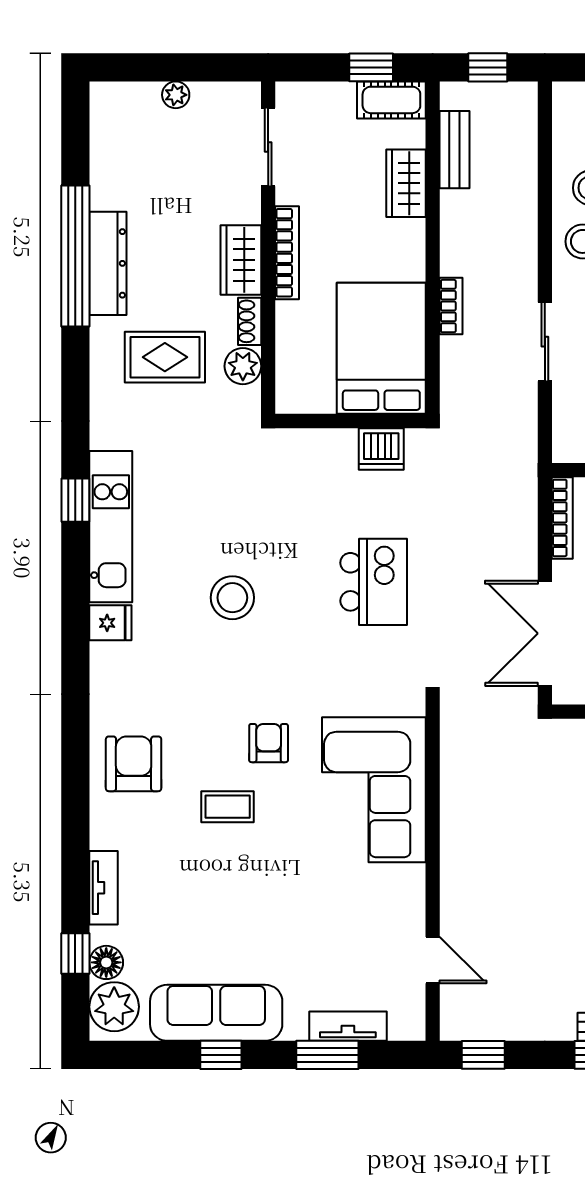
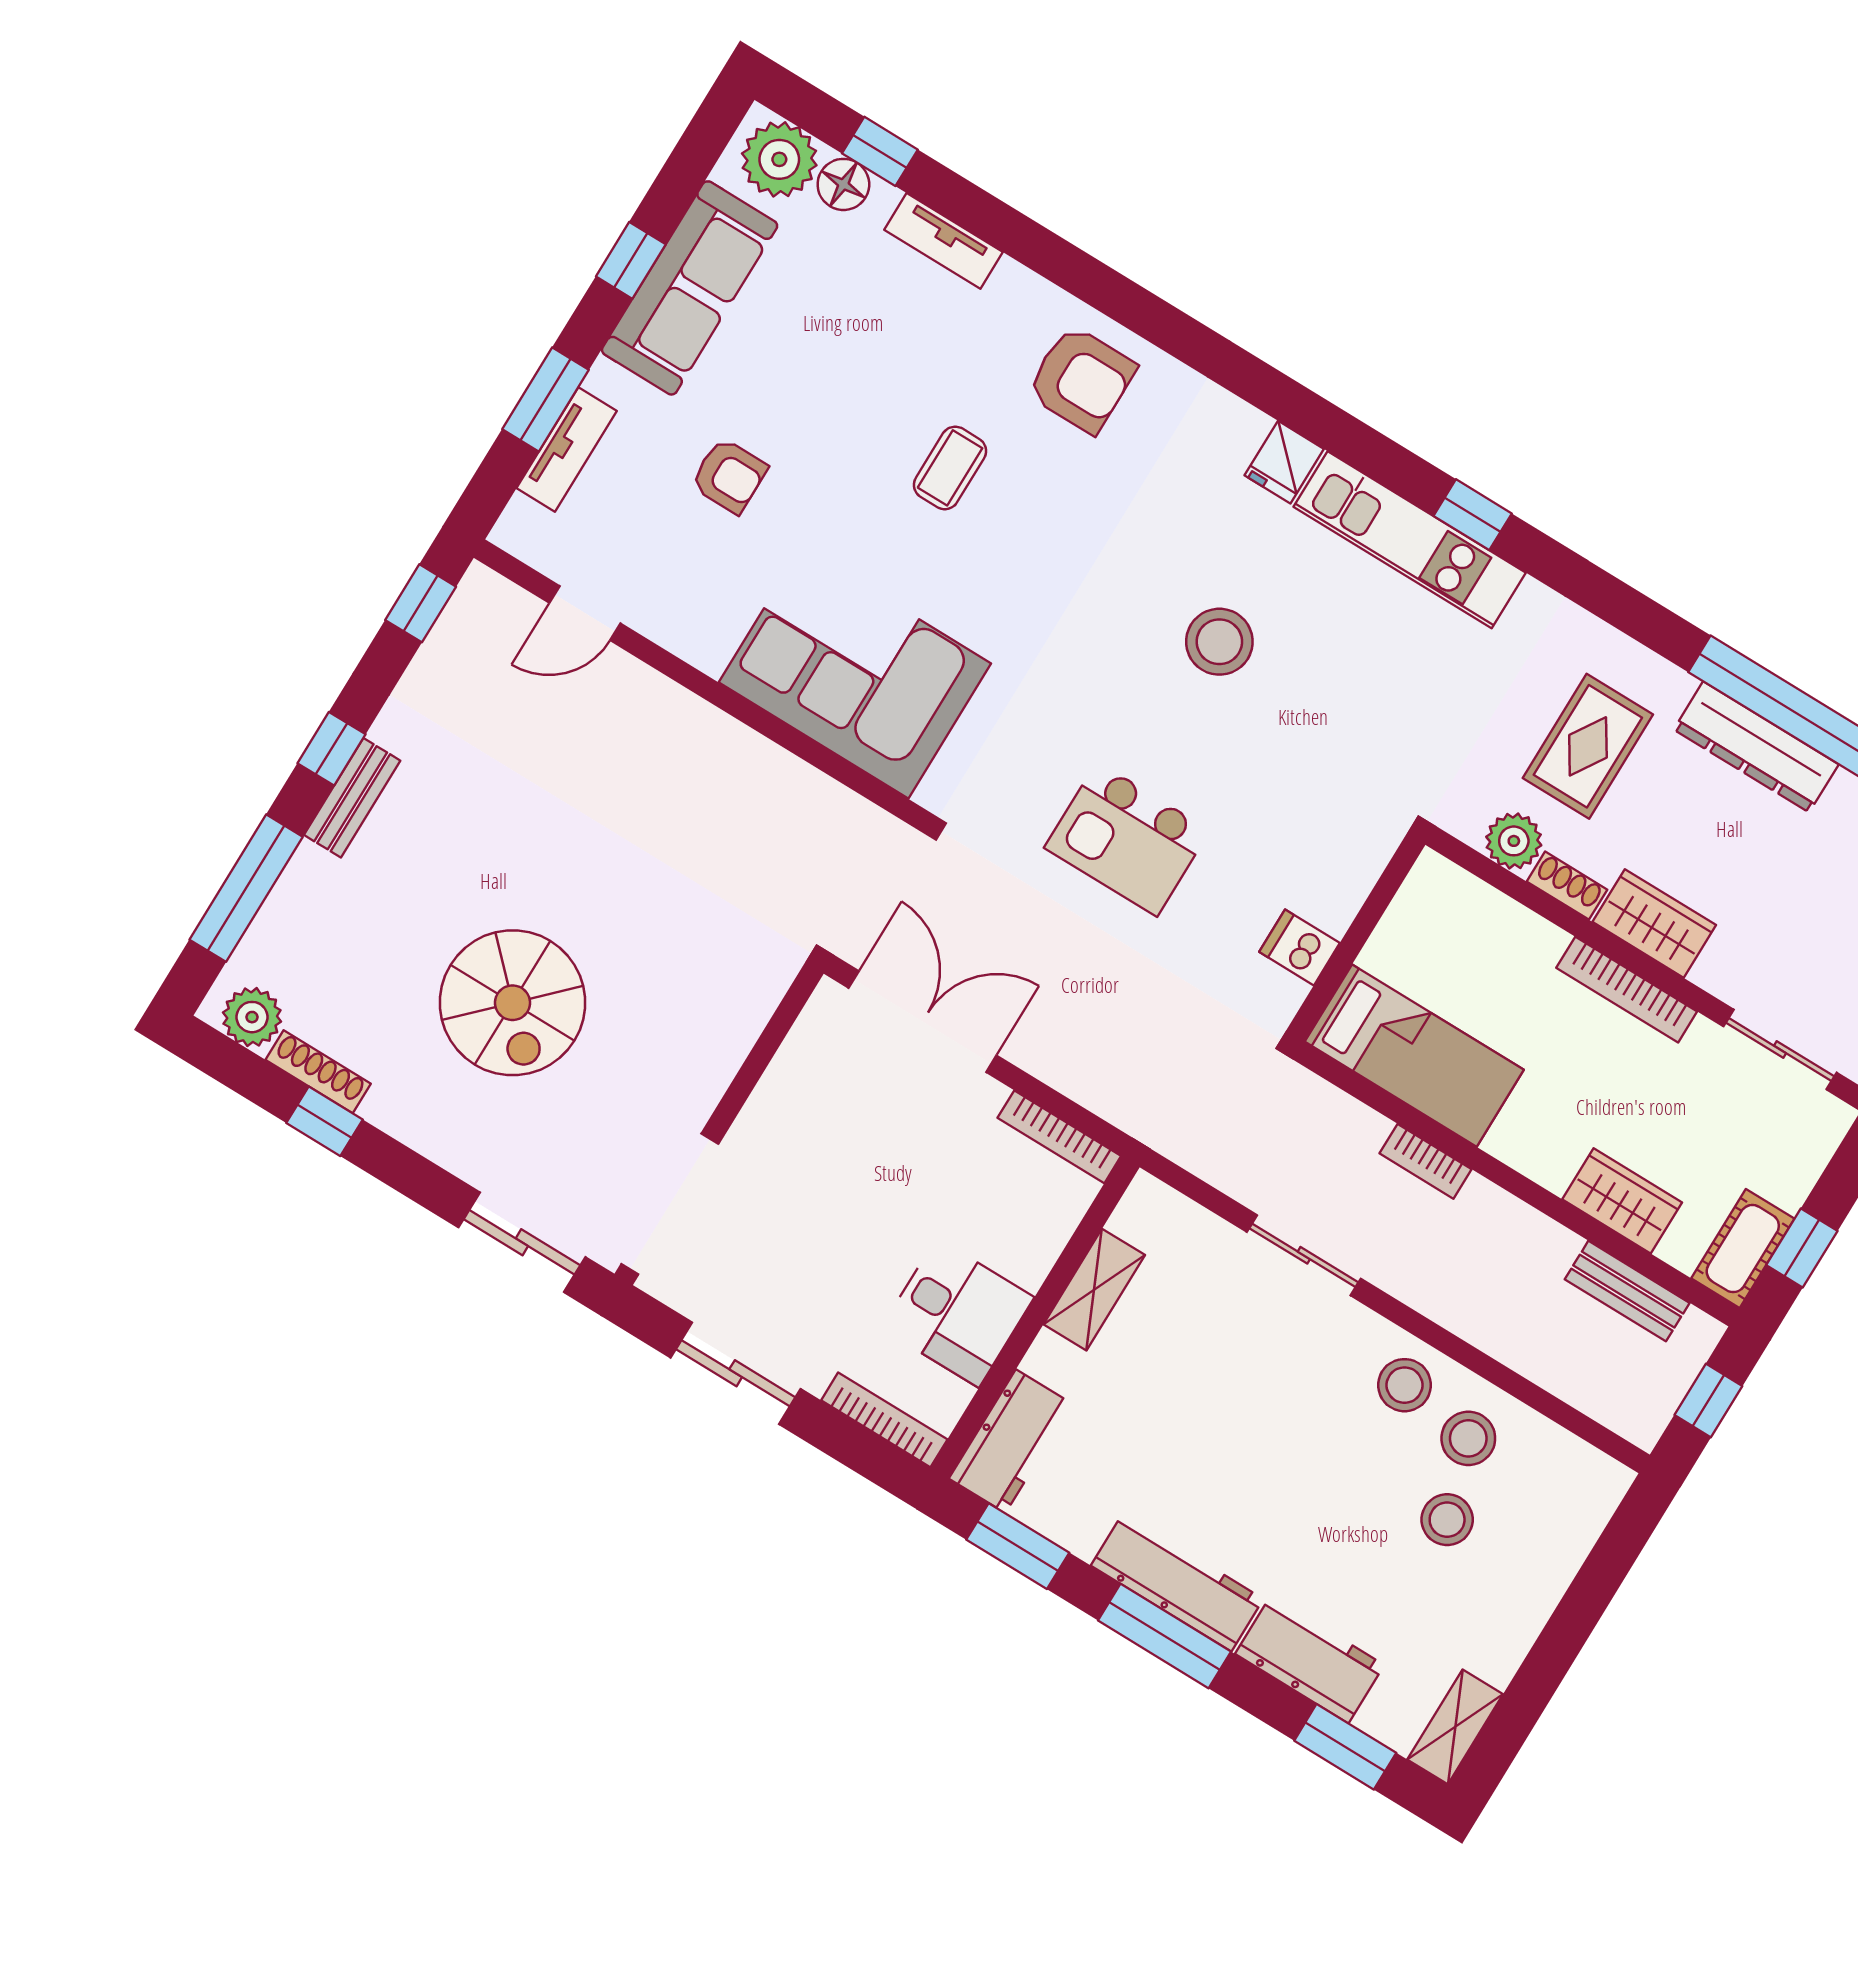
bed: (381, 348) -> (1414, 1056), width x0.67
dishwasher: (381, 449) -> (1299, 947), width x0.73
armchair: (269, 743) -> (729, 476), moved

